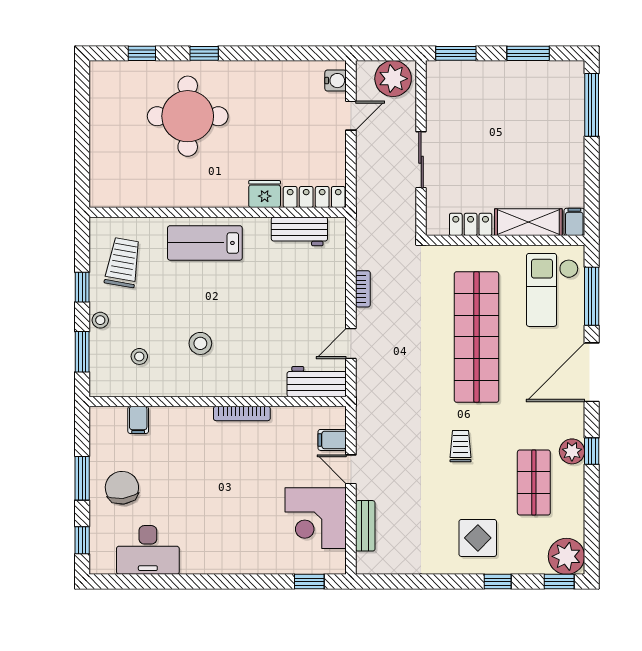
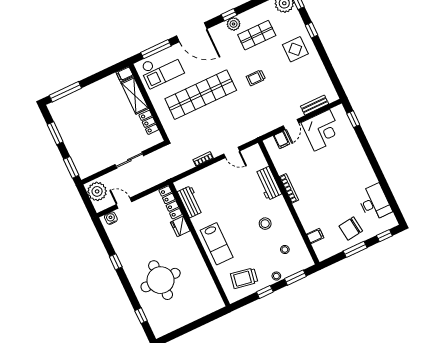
window: (204, 53) -> (116, 262), moved
workbench: (317, 382) -> (268, 183), moved

